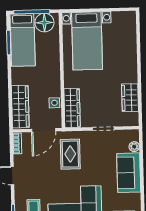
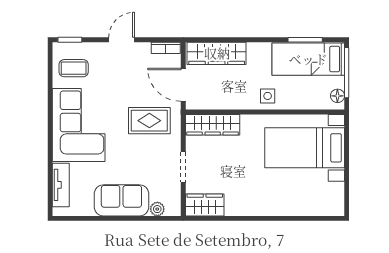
floor lamp: (44, 23) -> (337, 96), width x0.53, depth x0.53
wardrobe: (130, 98) -> (205, 205), moved
side table: (54, 103) -> (268, 96), moved

